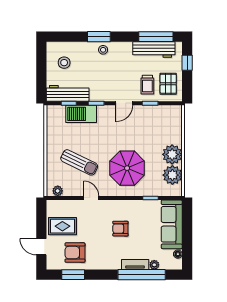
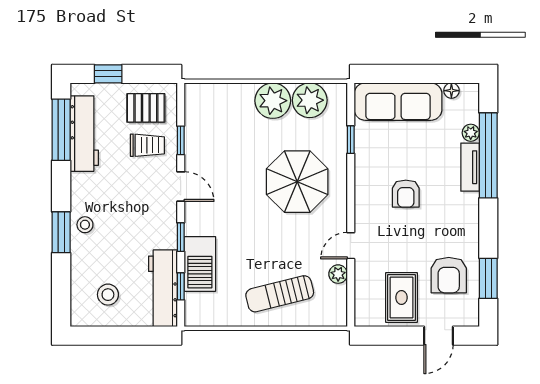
sun lounger: (79, 162) -> (280, 294), moved, turned -130
plant: (58, 191) -> (338, 274), moved

